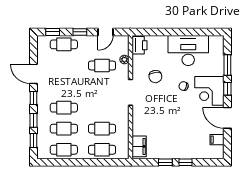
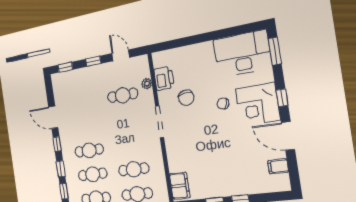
door: (105, 32) -> (121, 55), swing flipped
cafe table: (64, 44) -> (79, 79), removed
printer: (140, 45) -> (164, 78), moved
desk: (188, 50) -> (242, 54), moved
window: (227, 65) -> (275, 51), moved

